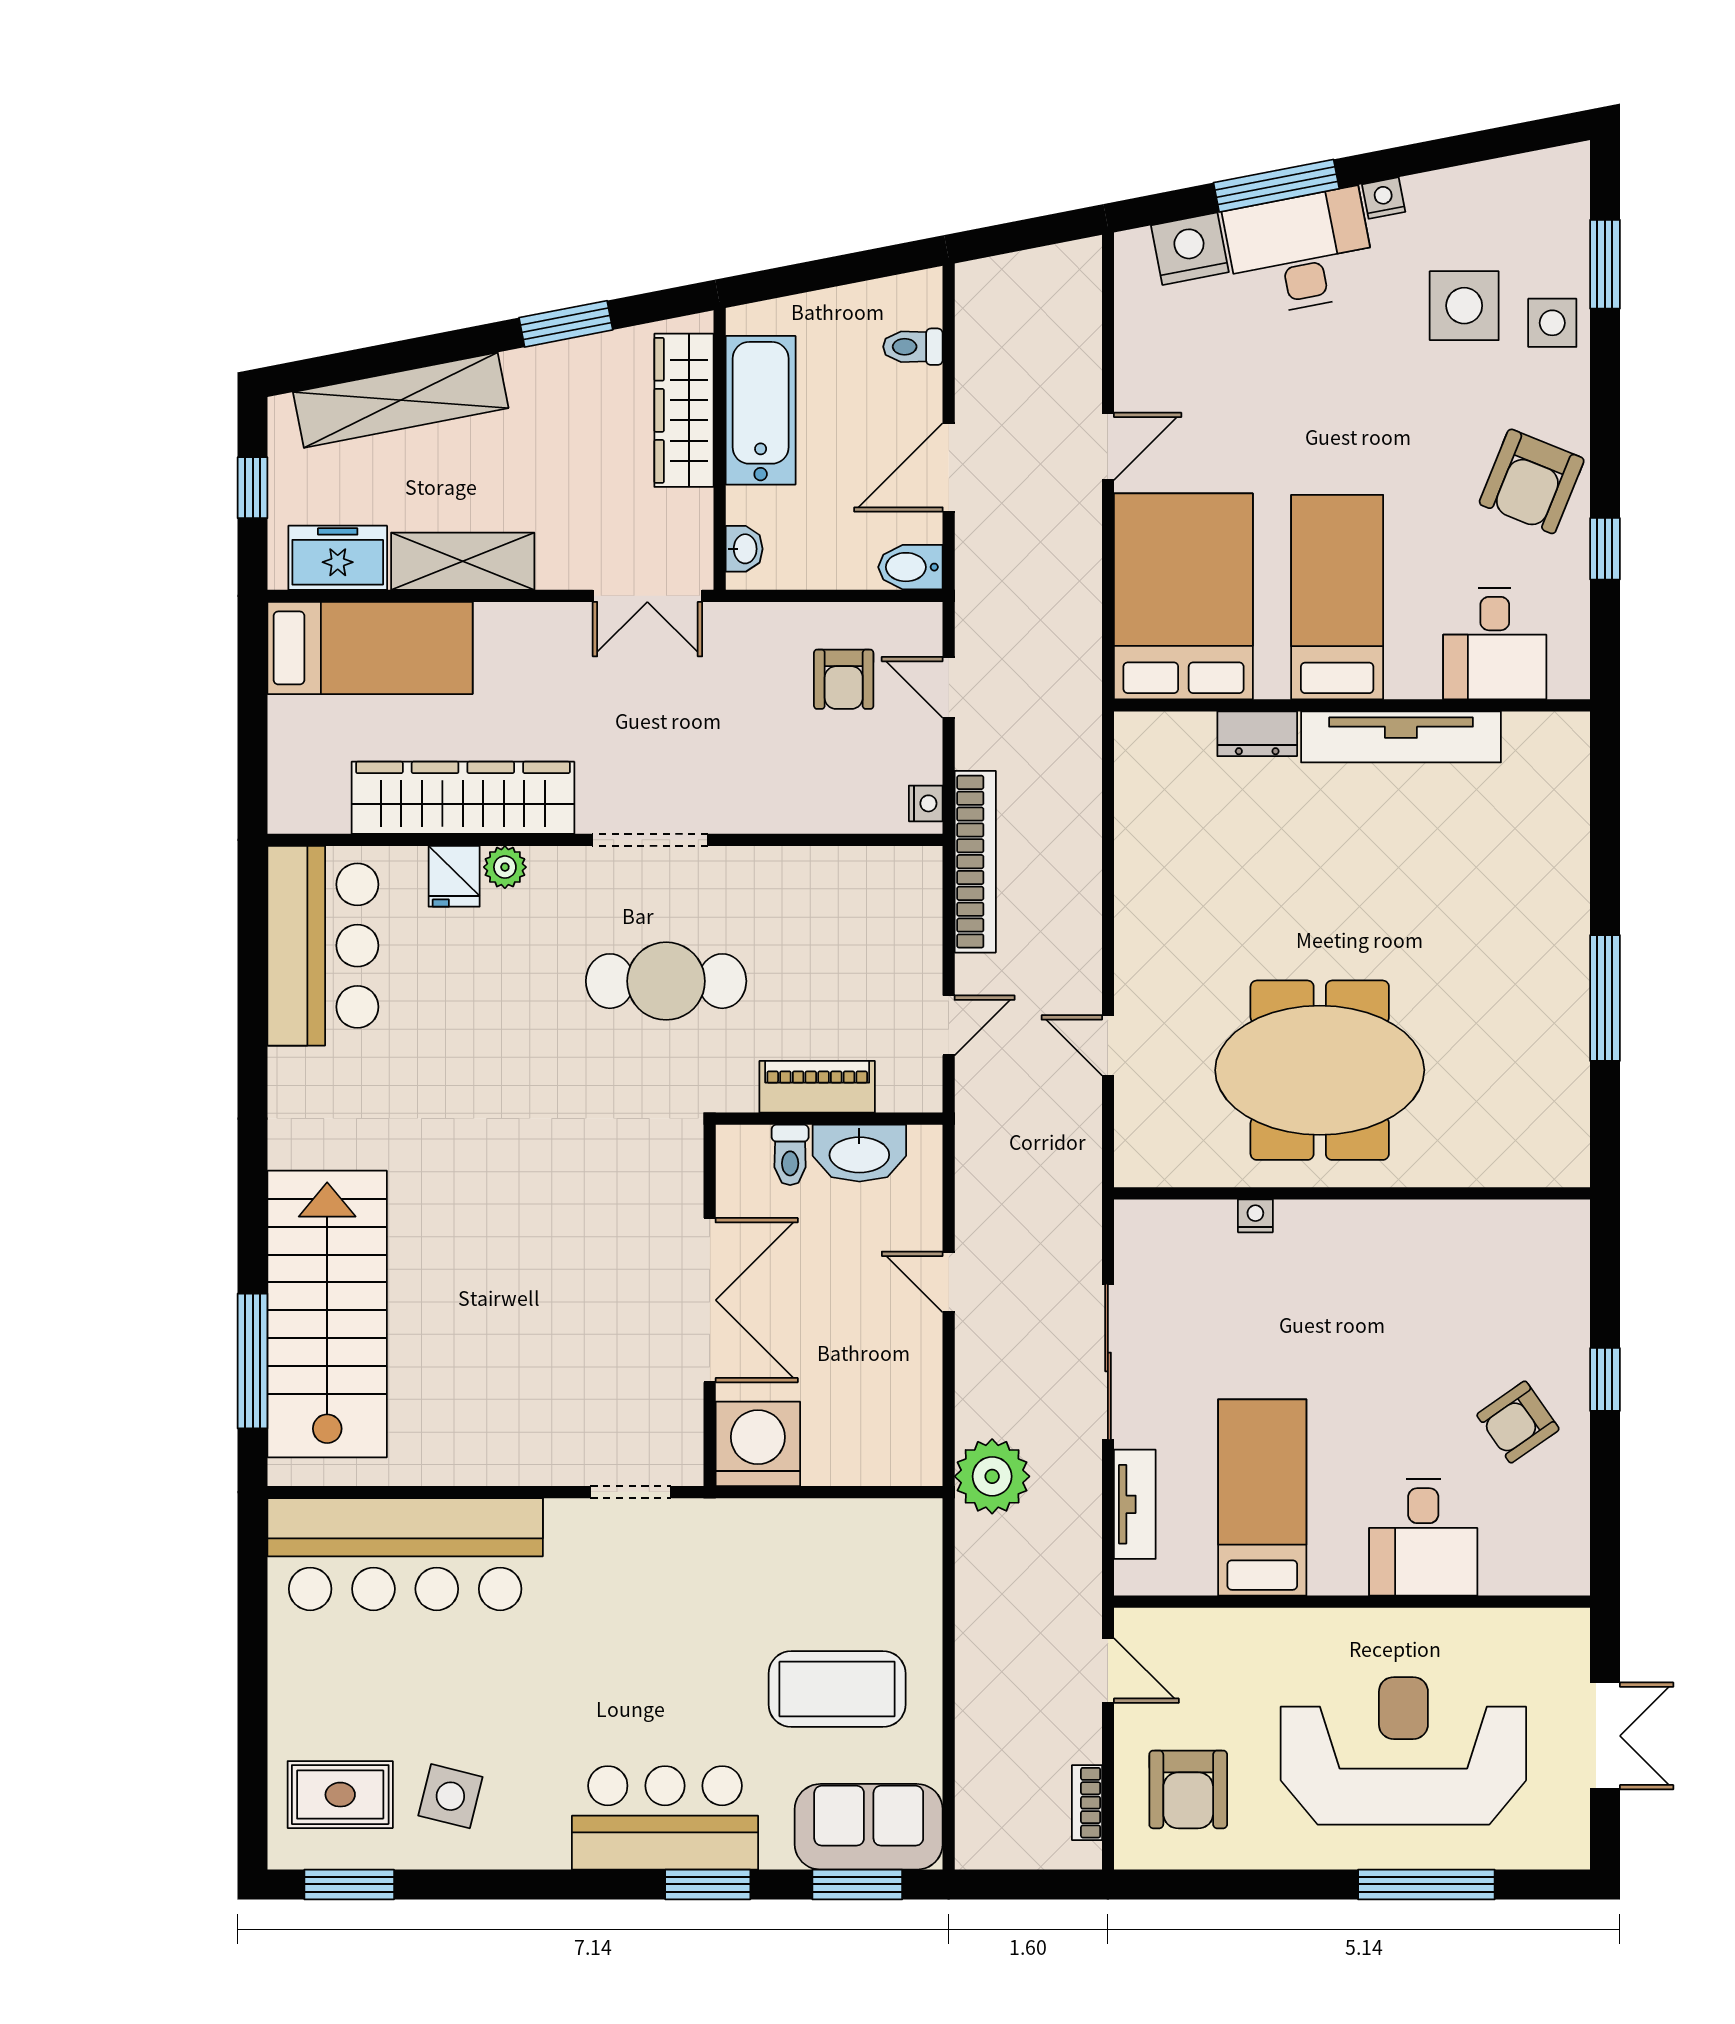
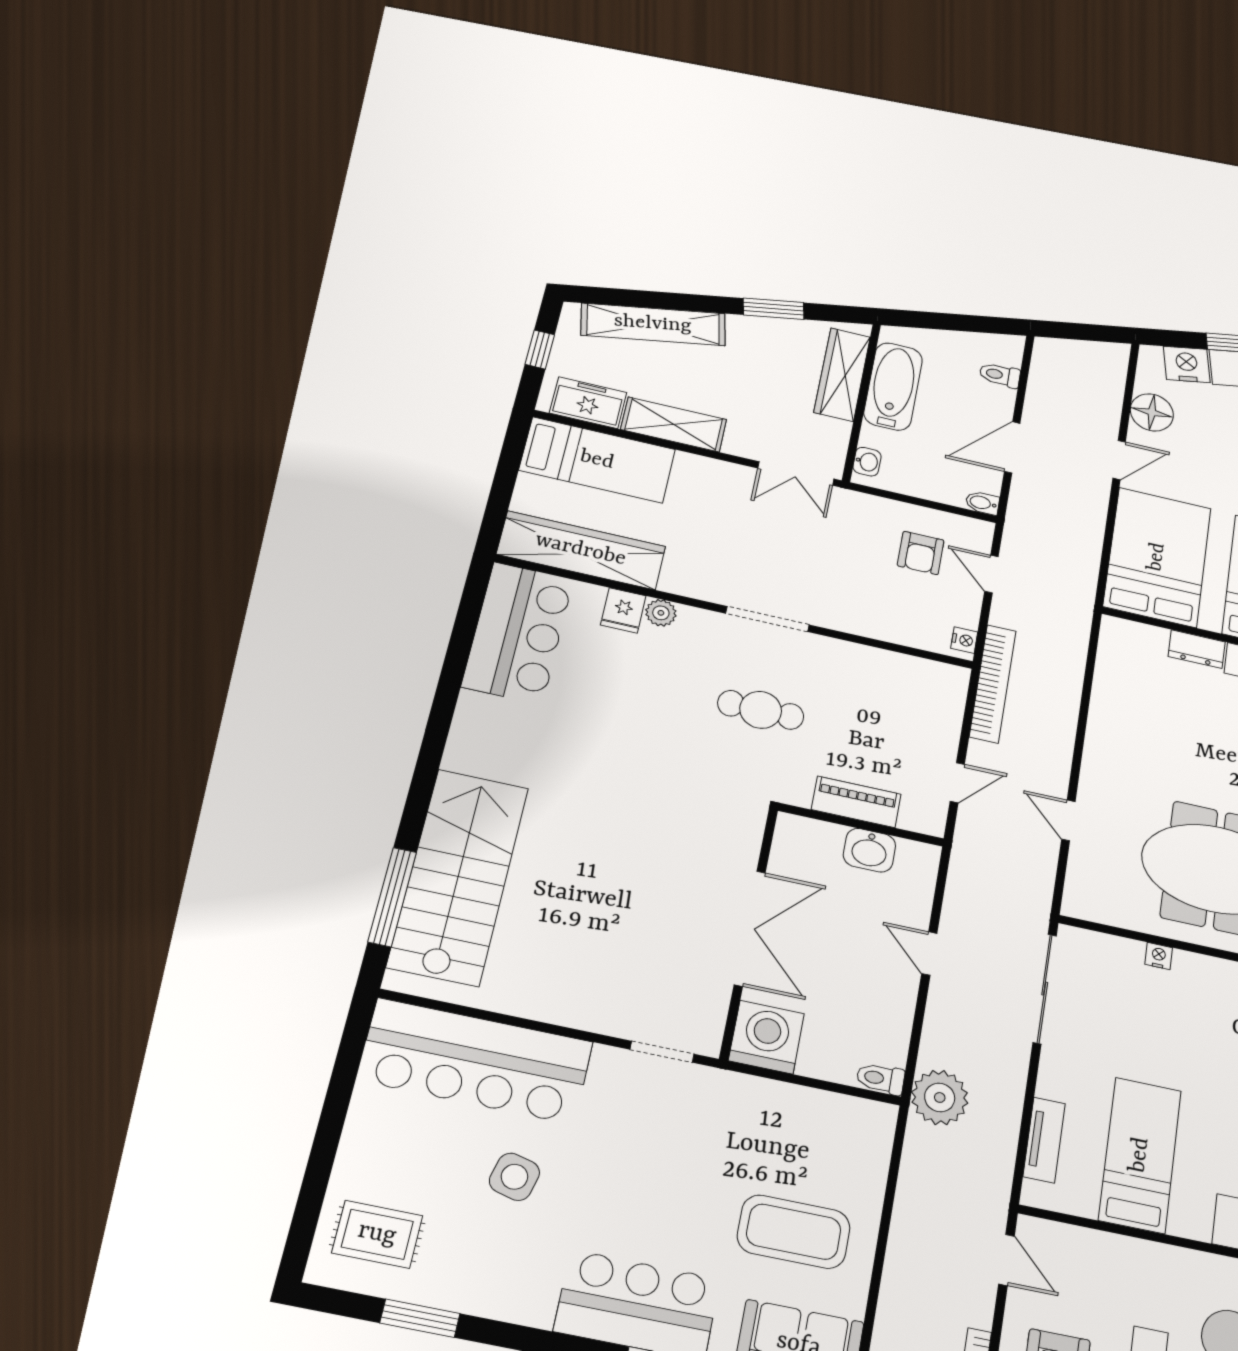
floor lamp: (1147, 350) -> (1152, 412), added
bidet: (910, 567) -> (982, 503), width x0.72, depth x0.74
wardrobe: (463, 798) -> (581, 550), moved
cafe table: (666, 981) -> (761, 710), width x0.73, depth x0.74
washbasin: (859, 1153) -> (869, 850), width x0.72
toilet: (790, 1155) -> (880, 1079), moved, turned 90
sliding door: (1108, 1362) -> (1045, 989), moved
side table: (450, 1796) -> (514, 1177), moved
window: (349, 1884) -> (420, 1318), moved

